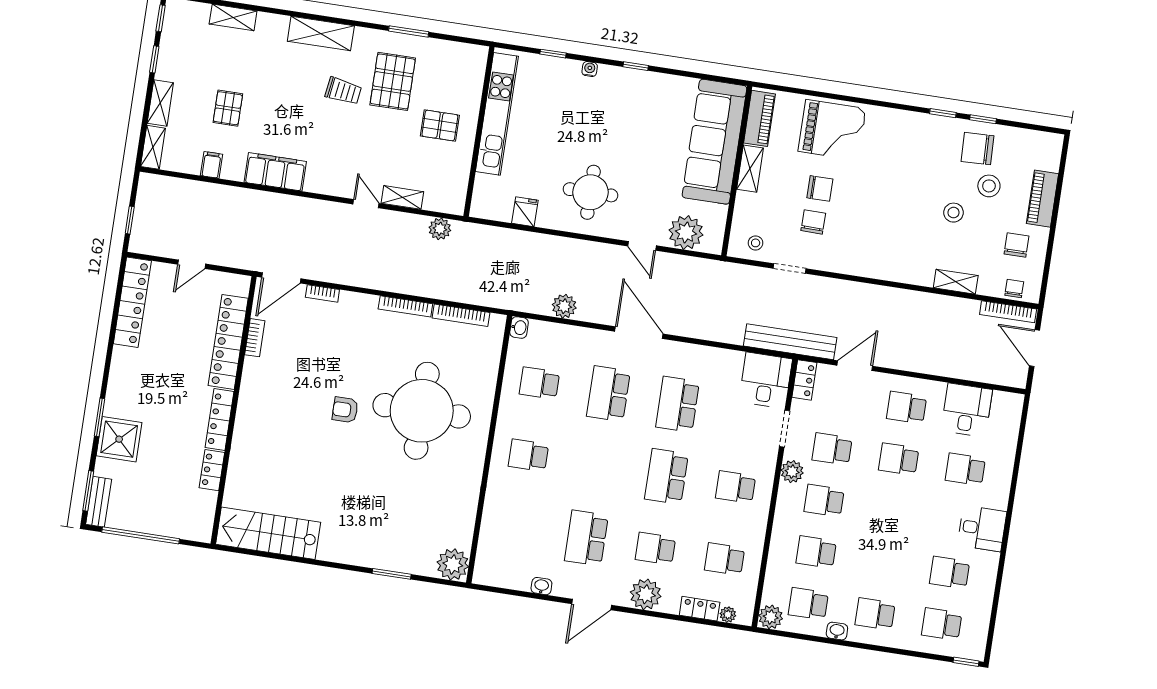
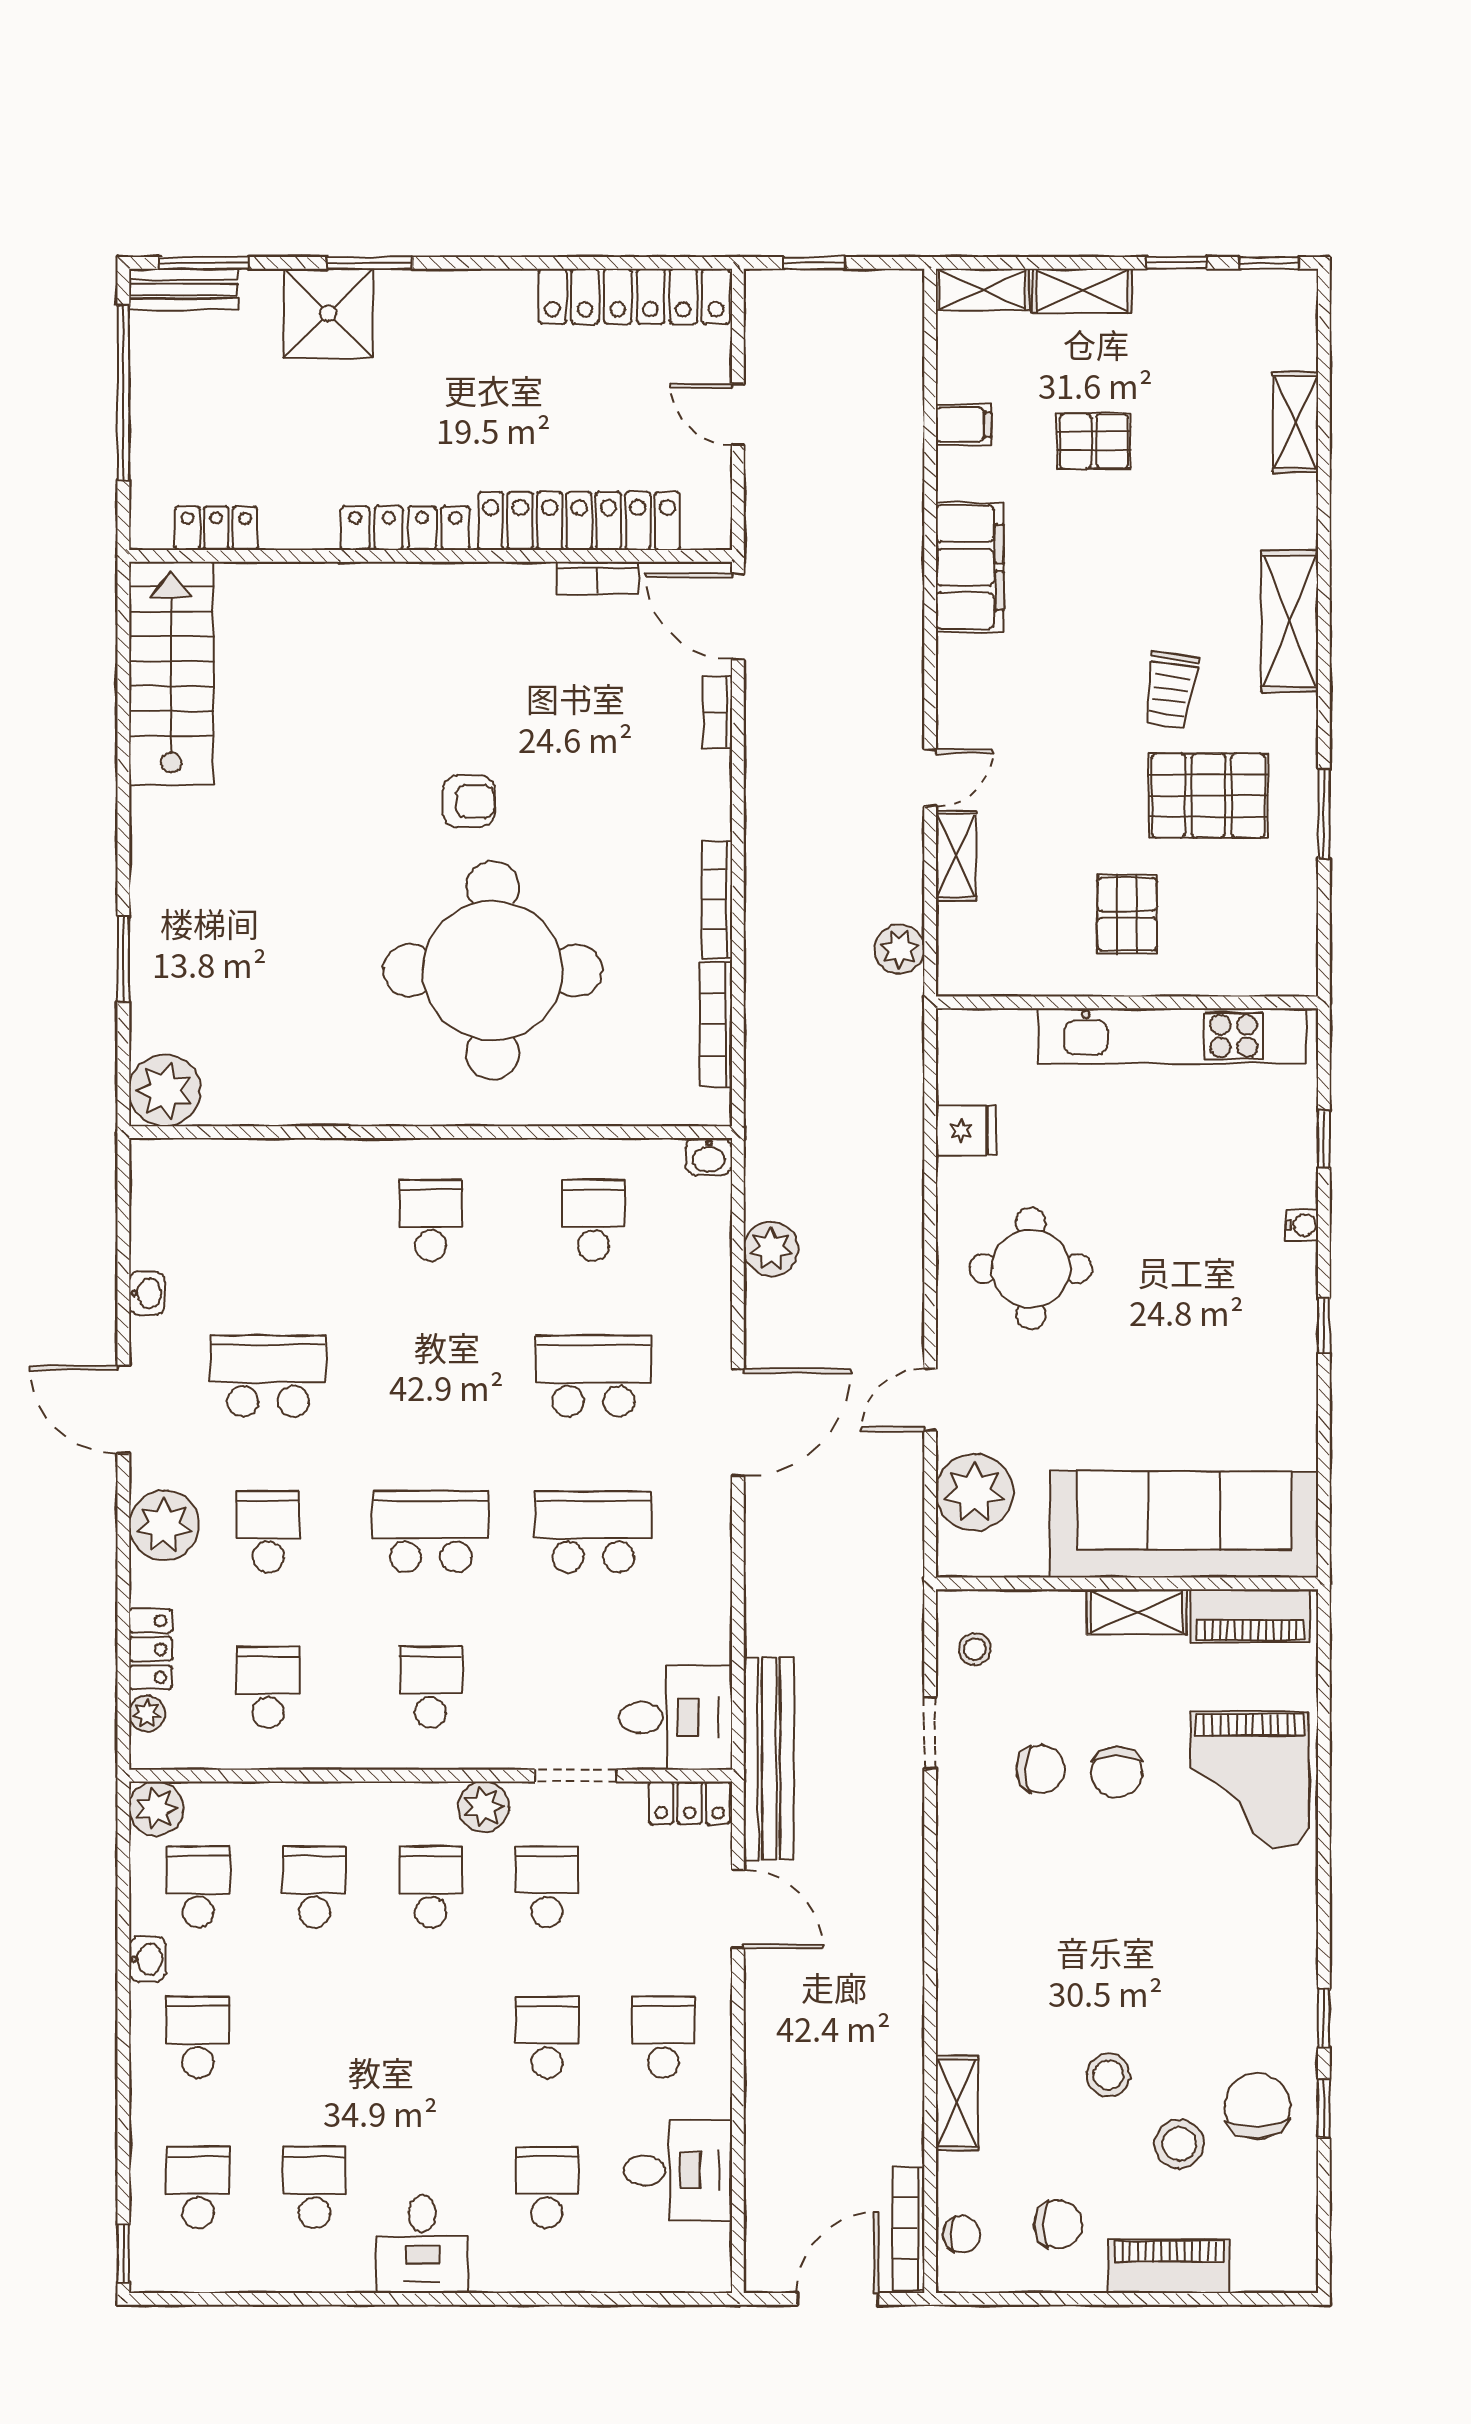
armchair: (345, 410) -> (469, 801), turned 90
locker: (212, 470) -> (216, 528), moved

